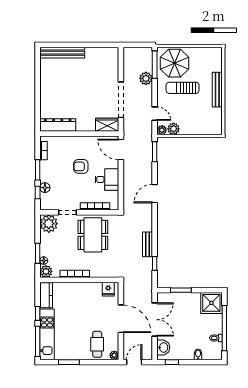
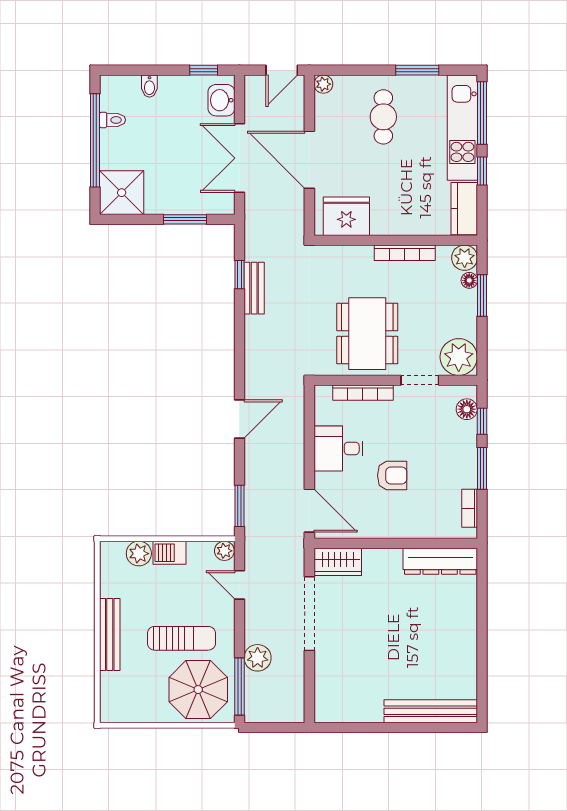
plant: (173, 129) -> (139, 554), moved
barbecue: (188, 129) -> (170, 553), added
floor lamp: (45, 188) -> (467, 409), moved
bench: (148, 244) -> (254, 288), moved
fridge: (108, 289) -> (346, 216), width x1.88, depth x1.34
cafe table: (97, 344) -> (383, 117), moved

